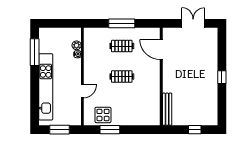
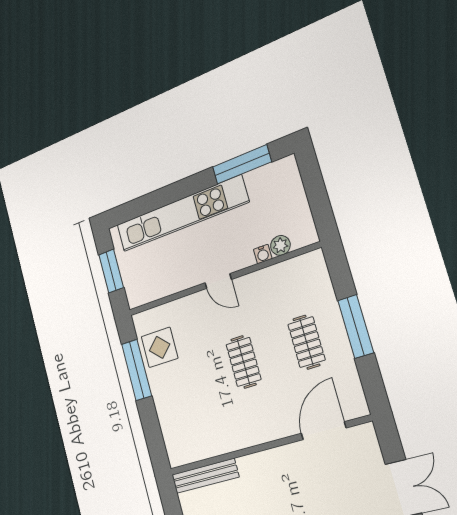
door: (82, 91) -> (218, 281), moved
window: (110, 130) -> (137, 370), width x1.44

